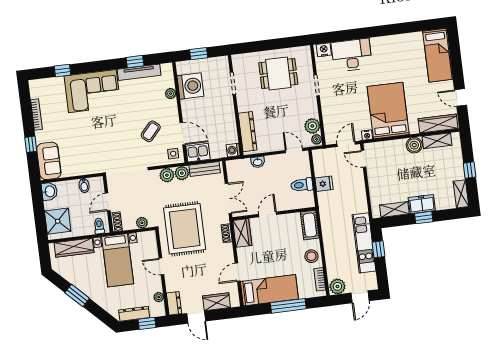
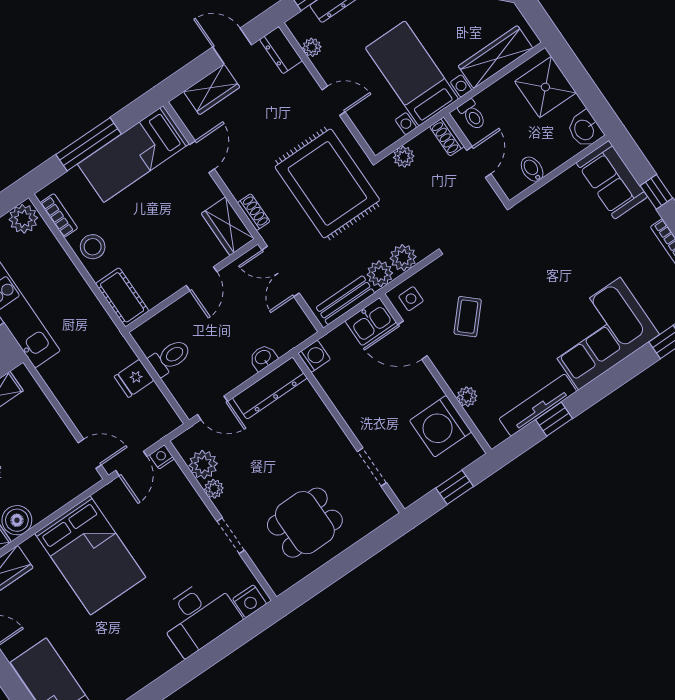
dresser: (248, 132) -> (270, 388), moved, turned -90
nightstand: (367, 135) -> (162, 457), moved
plant: (317, 139) -> (214, 489), moved

